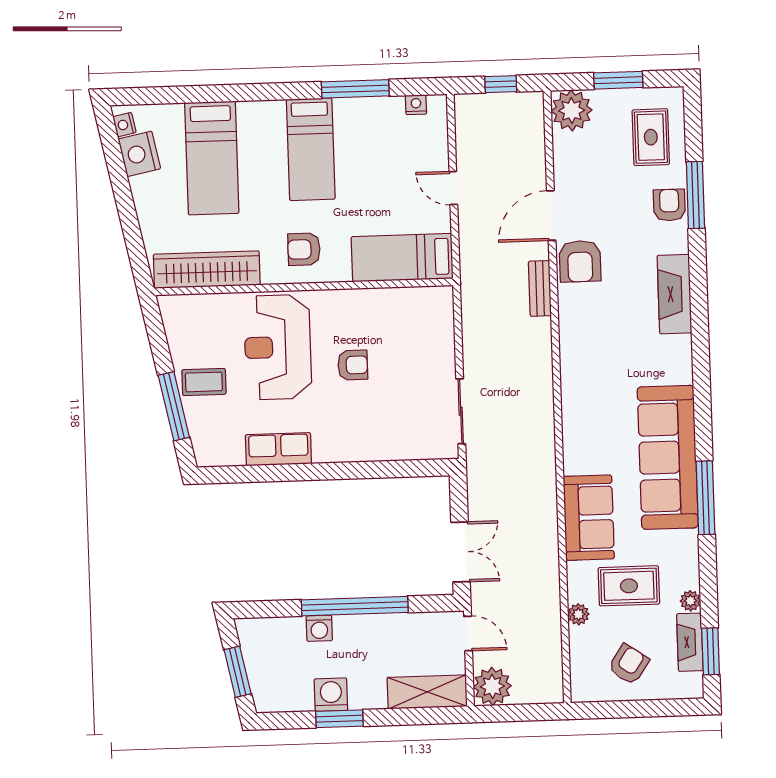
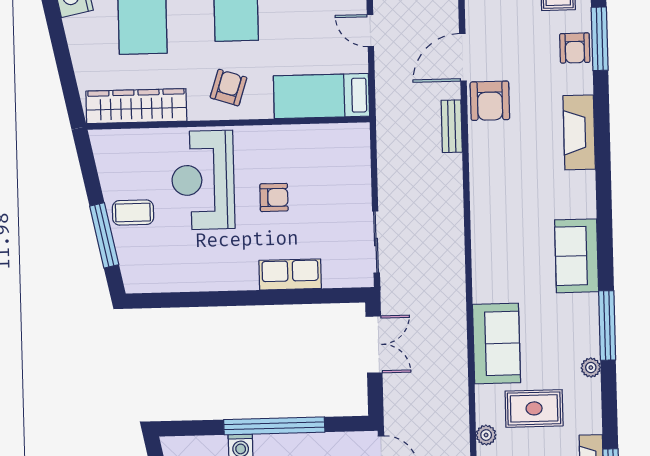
armchair: (669, 205) -> (575, 48), turned 180
armchair: (304, 249) -> (229, 88), turned 108
row of seats: (278, 449) -> (290, 274), moved
sofa: (668, 457) -> (577, 256), width x0.54, depth x0.79
double door: (461, 552) -> (374, 345), moved
plant: (690, 601) -> (591, 368), moved

